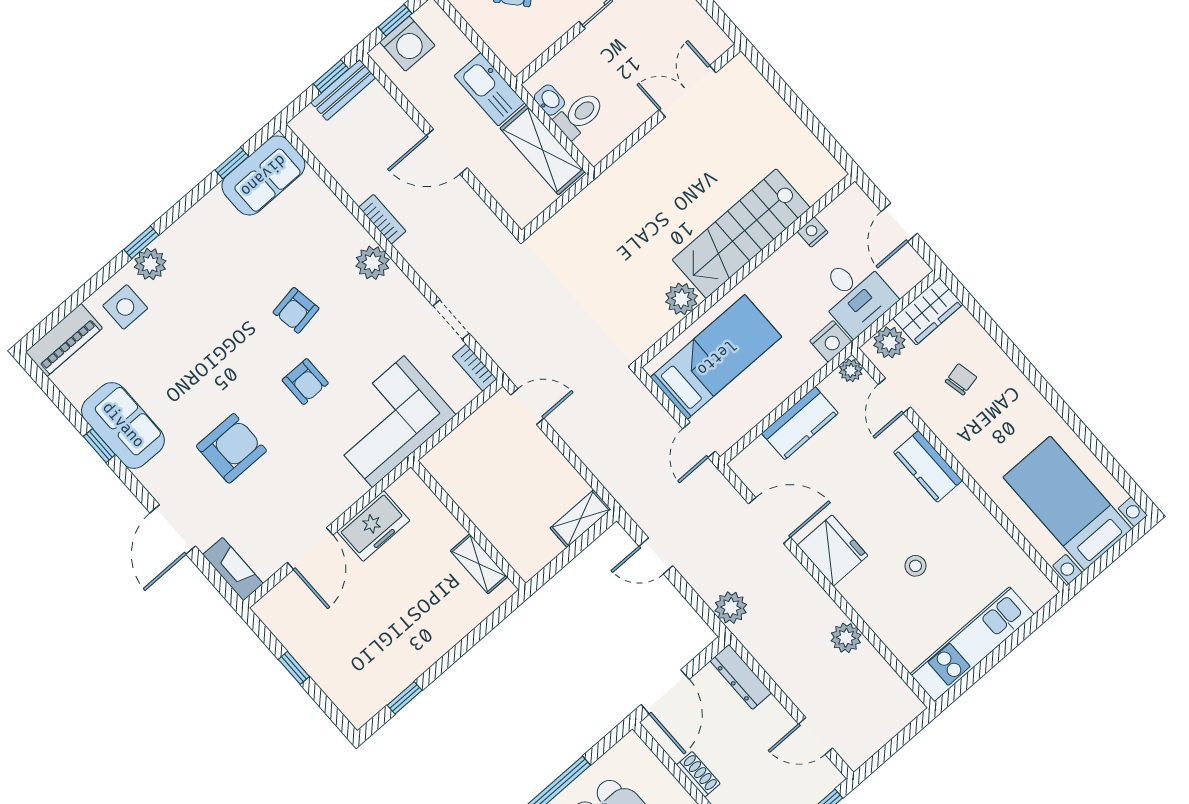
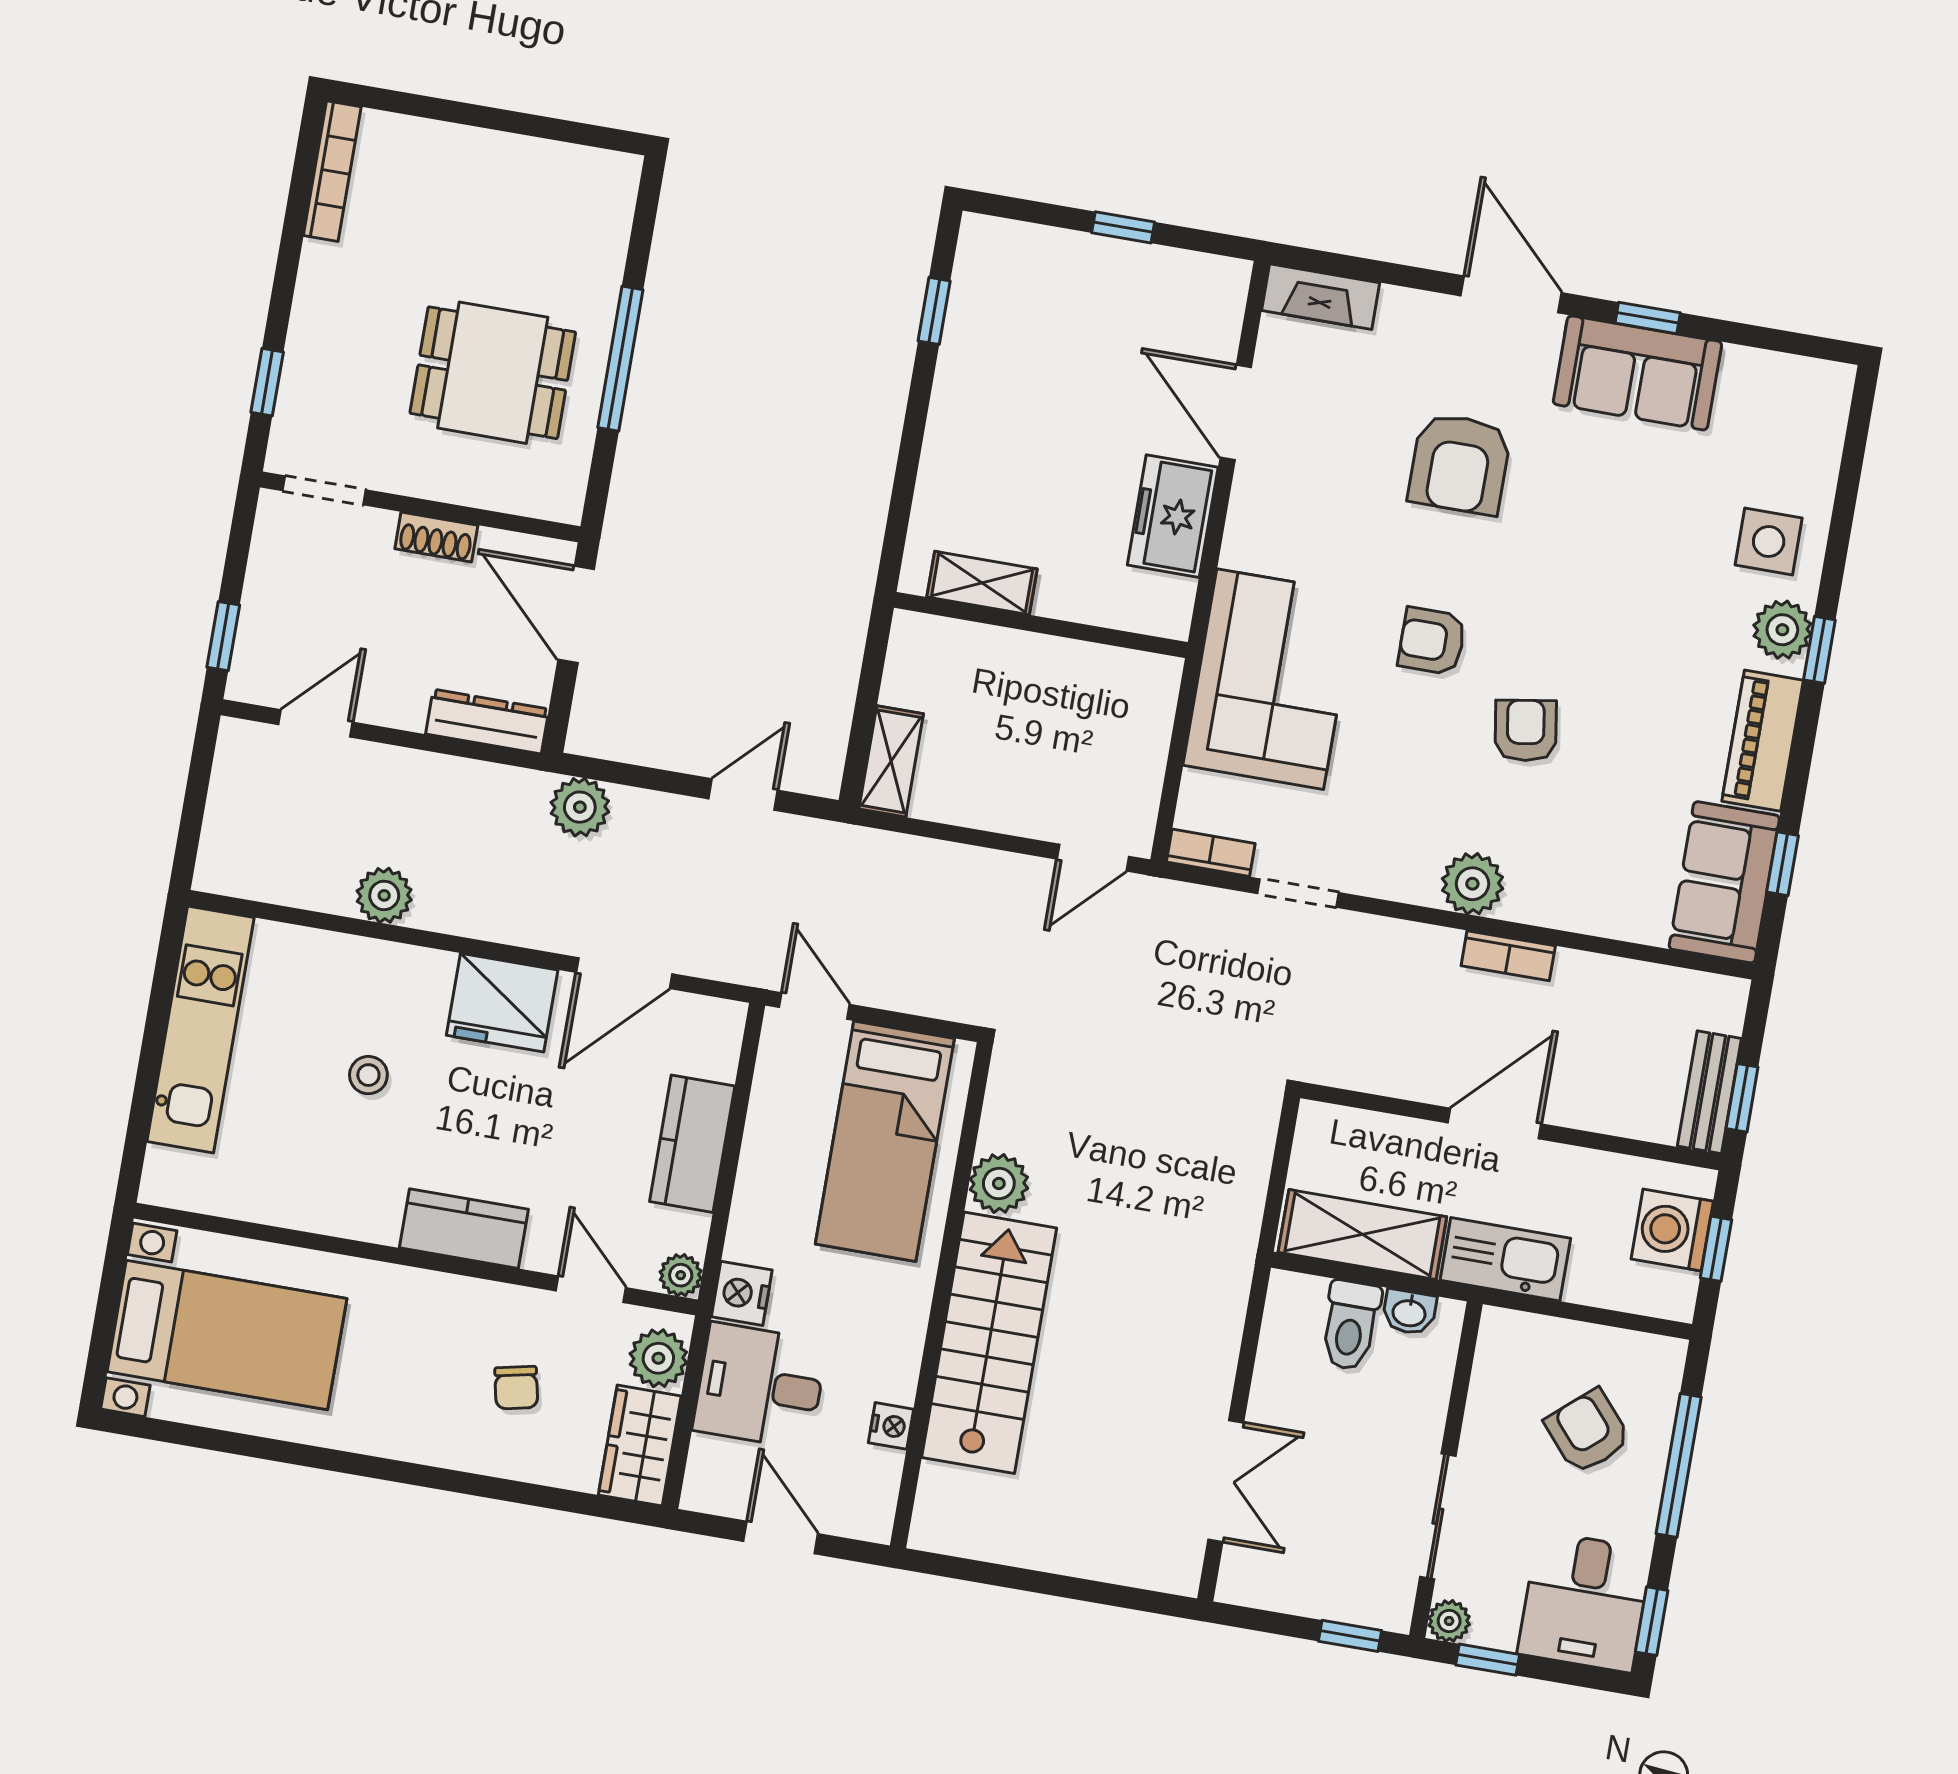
piano: (64, 340) -> (1763, 741), moved
door: (173, 529) -> (1511, 294), moved

